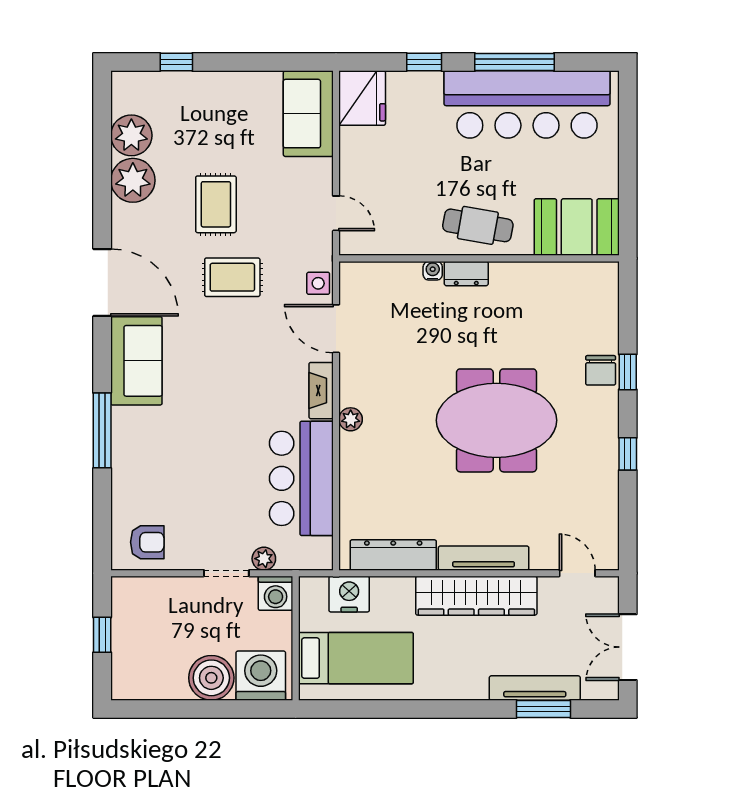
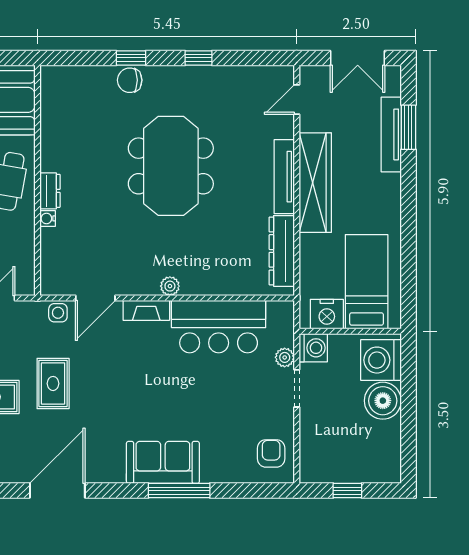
sofa: (136, 361) -> (163, 462), moved
chair: (601, 370) -> (130, 80), turned 180
nightstand: (349, 594) -> (327, 314), moved, turned -90

